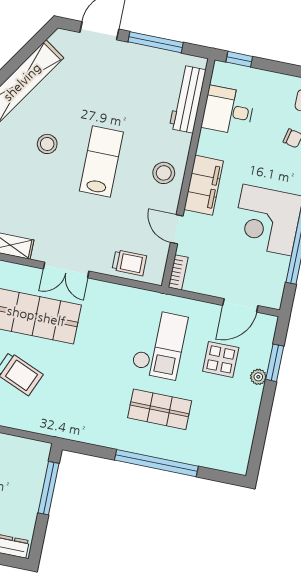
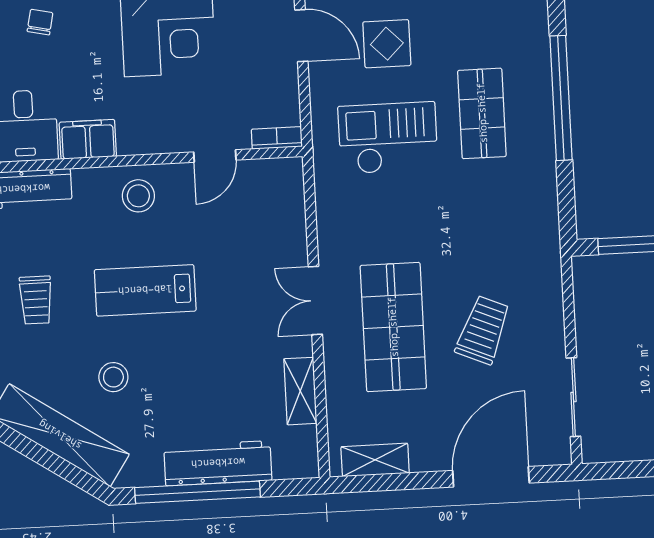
stool: (47, 144) -> (113, 377), moved
filing cabinet: (204, 185) -> (88, 139), moved, width x0.67, depth x0.86
trolley: (129, 263) -> (36, 300), moved, turned 180
double door: (66, 270) -> (315, 301), swing flipped

